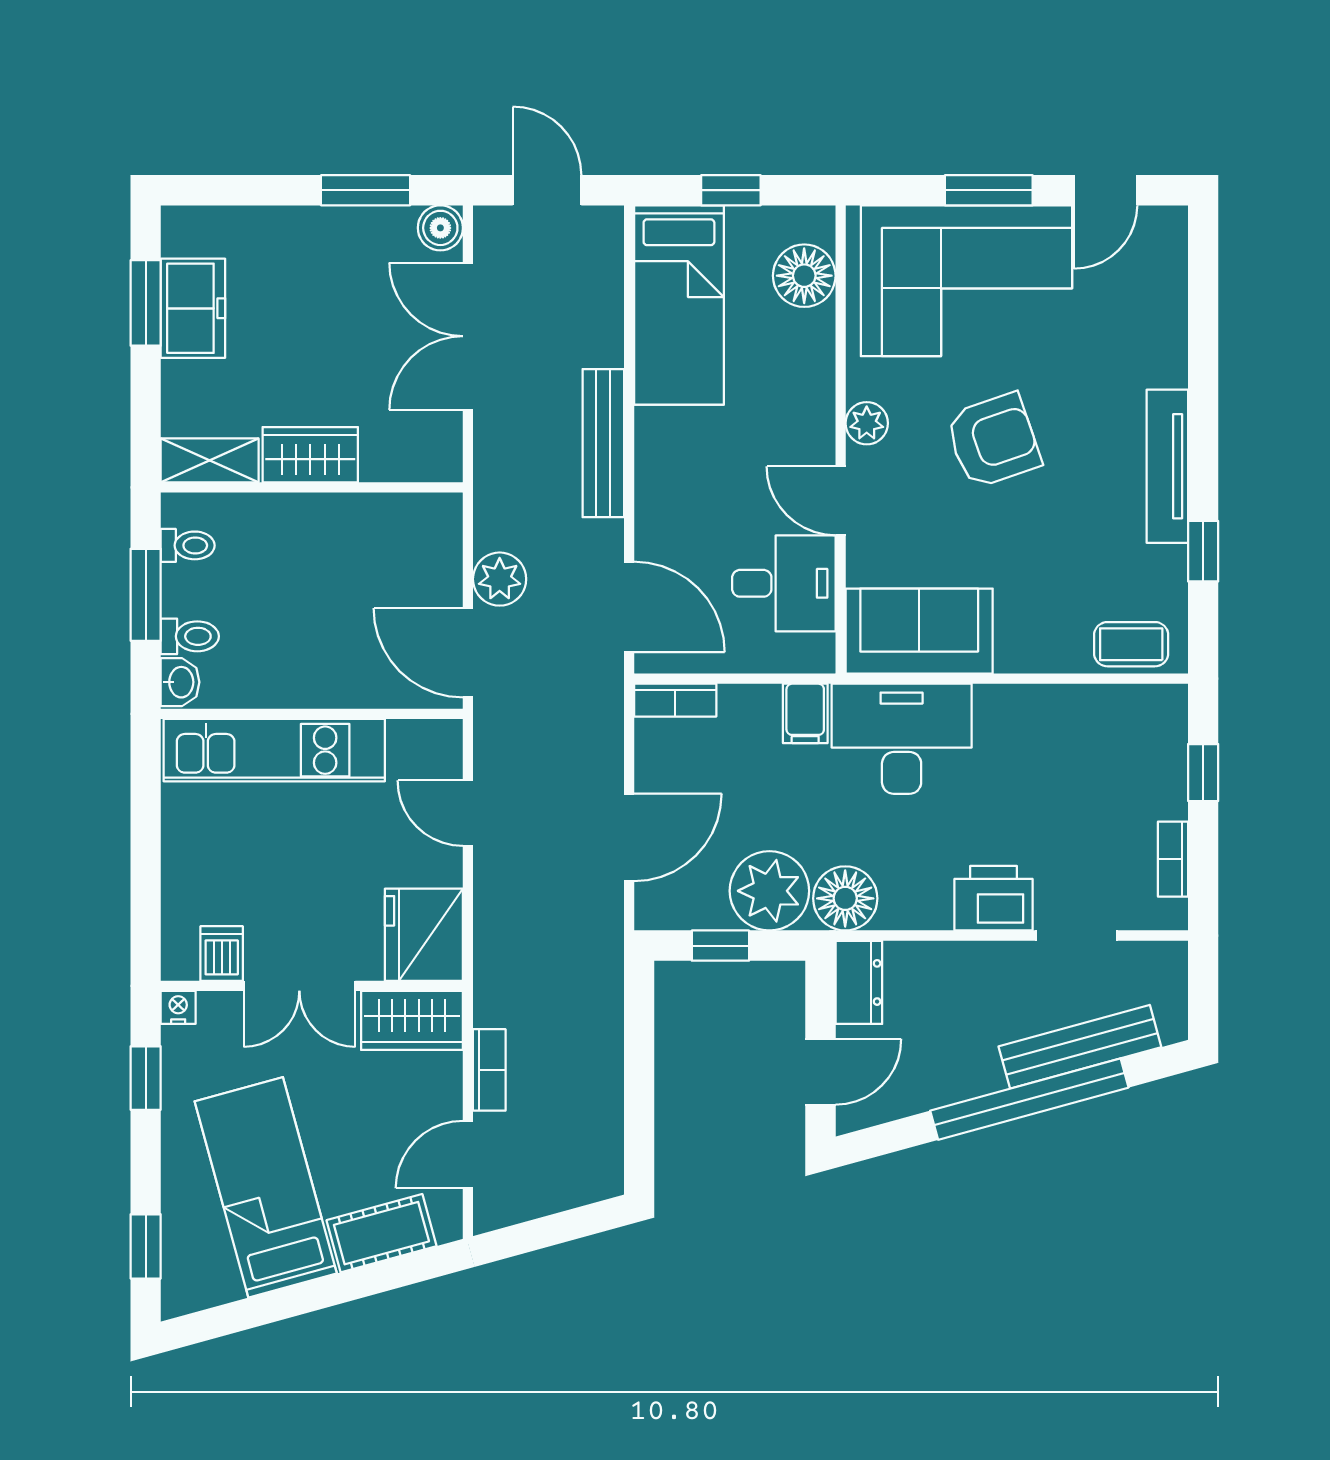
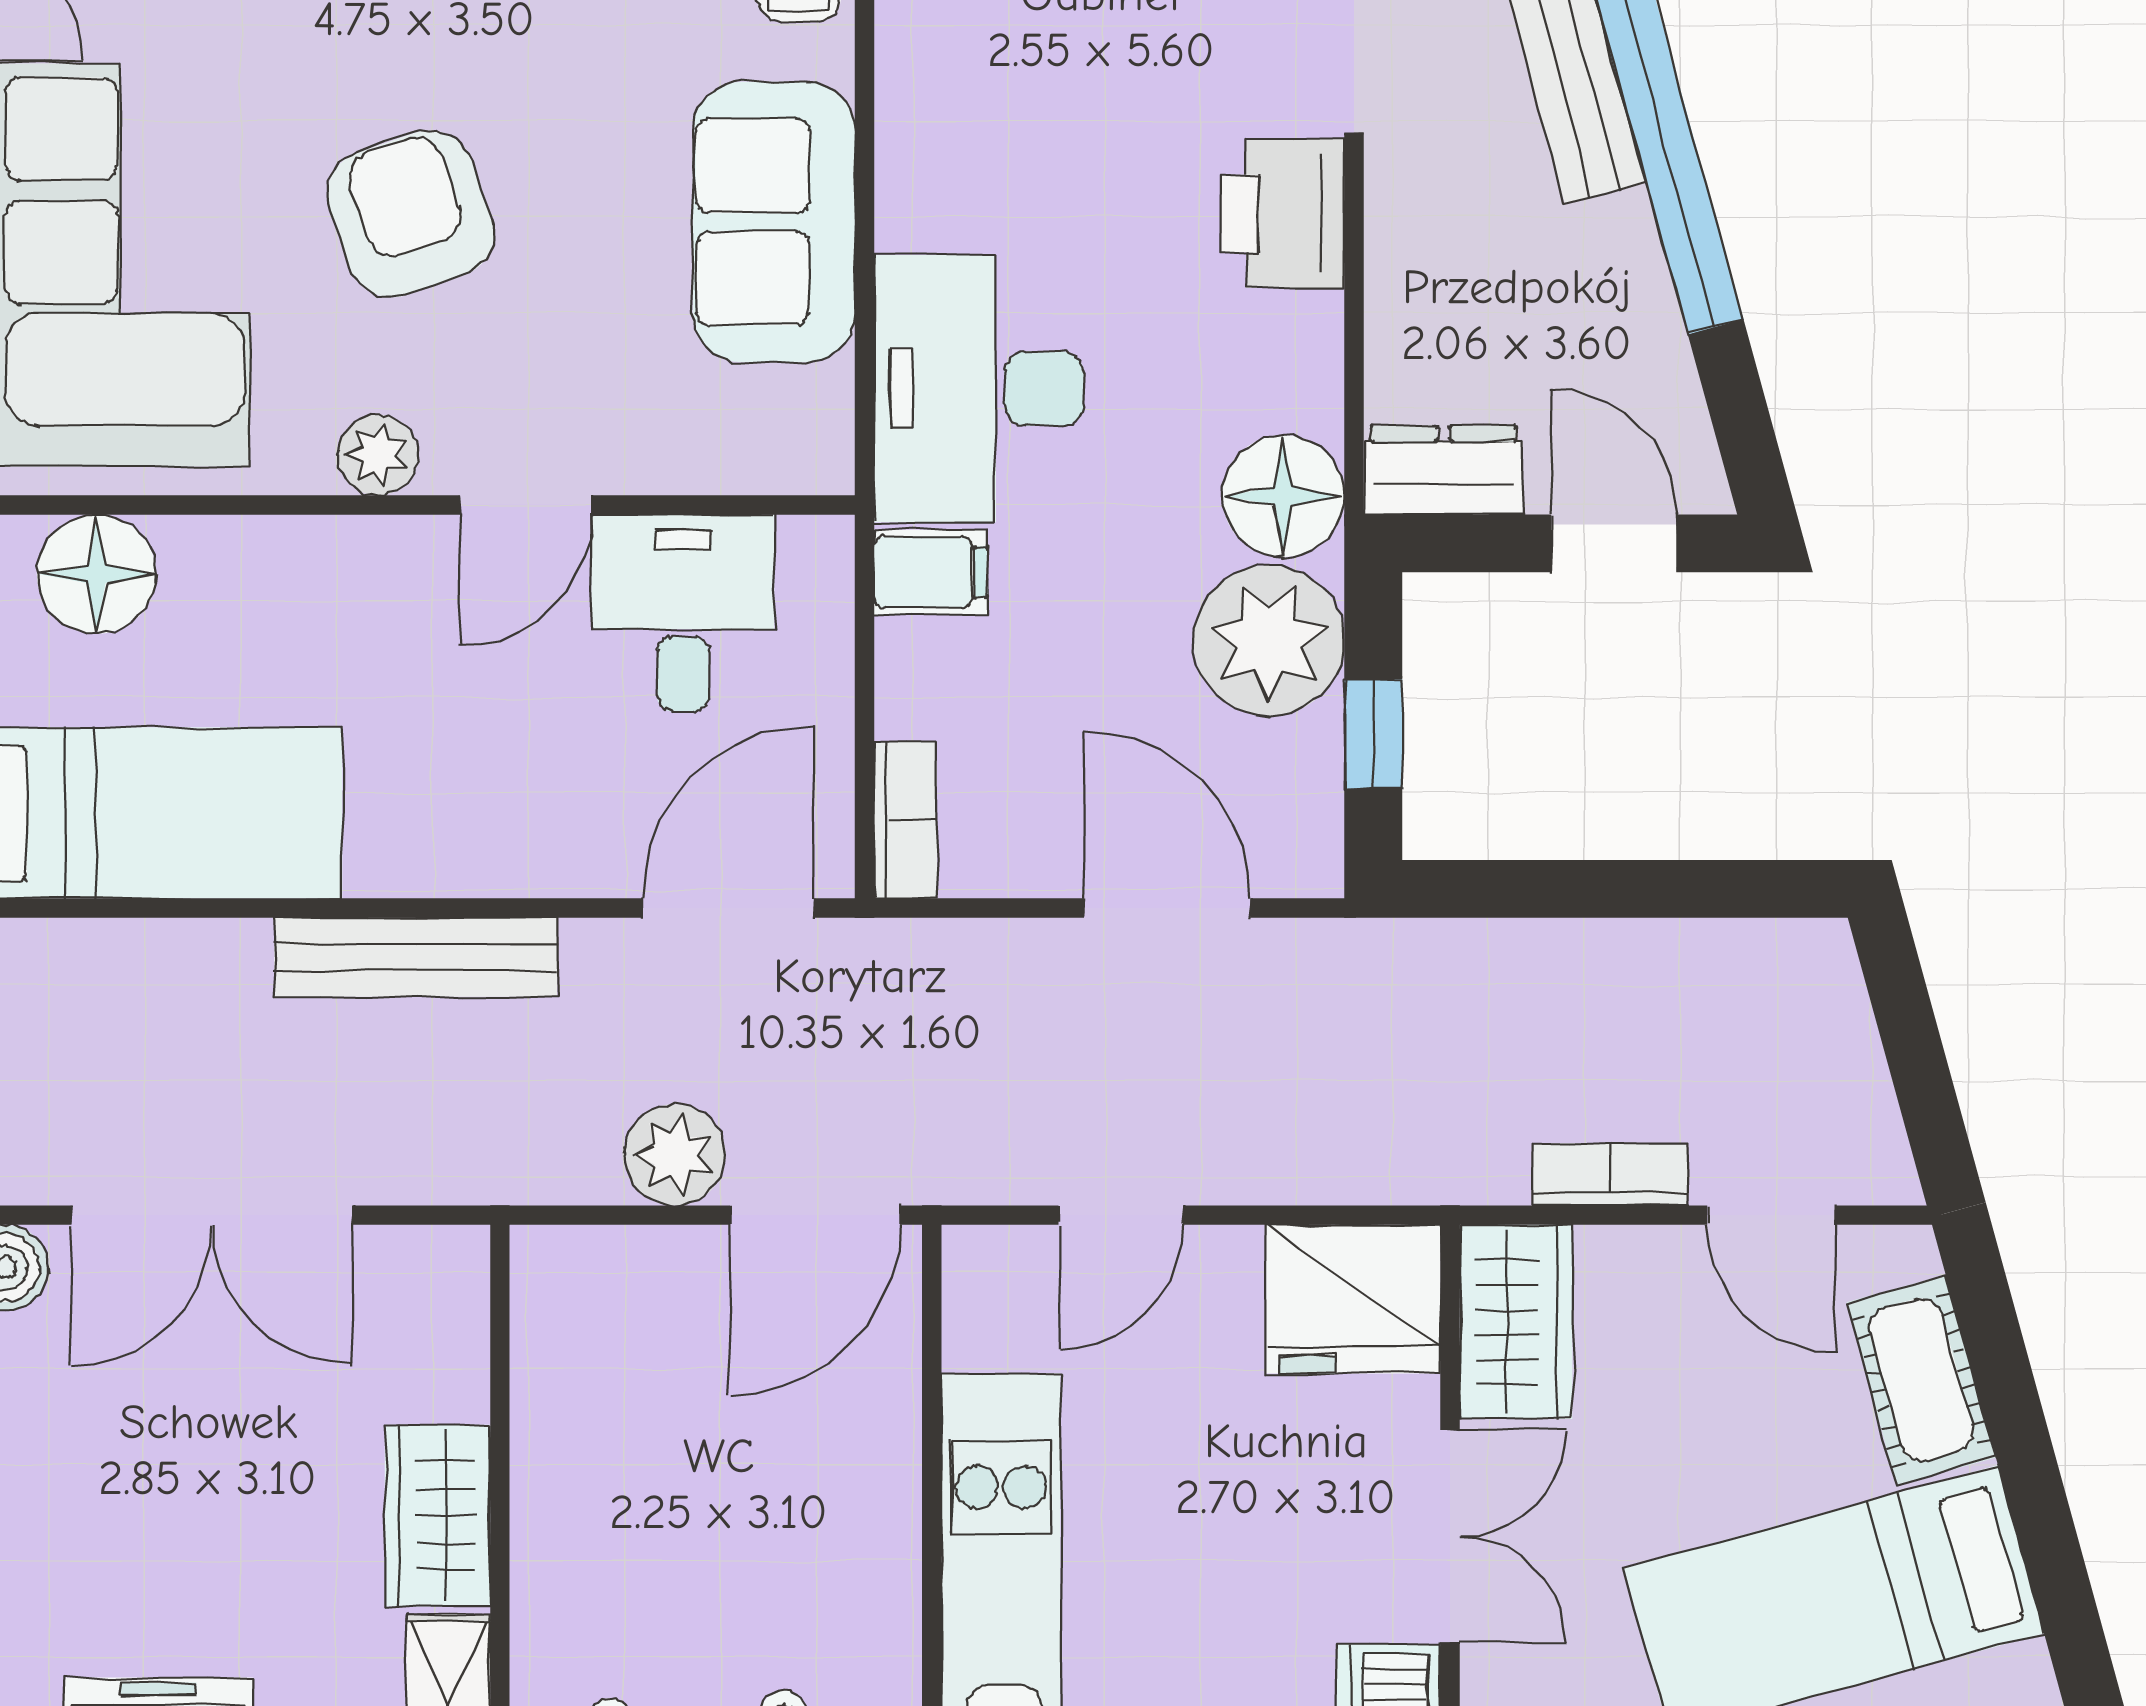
sofa: (919, 631) -> (774, 222), moved

